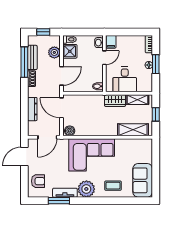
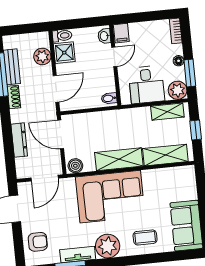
window: (43, 32) -> (24, 29), removed
window: (156, 64) -> (190, 73), moved
plant: (146, 85) -> (178, 90), added
wardrobe: (115, 101) -> (136, 116), removed
shelving: (100, 129) -> (119, 159), added

